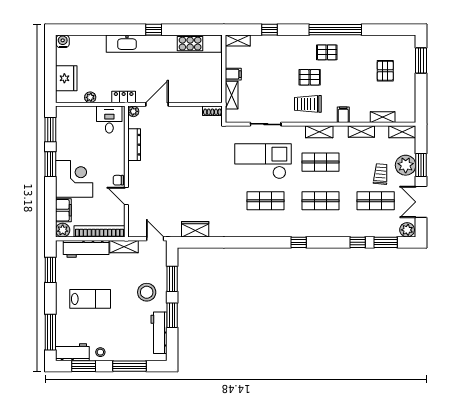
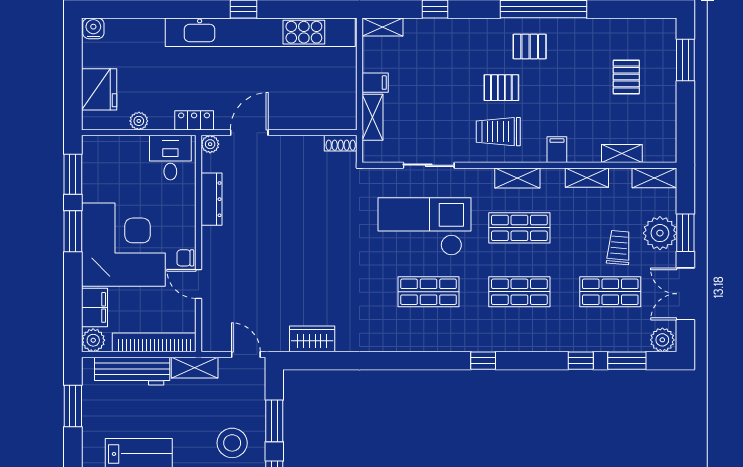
corner desk: (74, 179) -> (123, 245), width x1.36, depth x1.36

